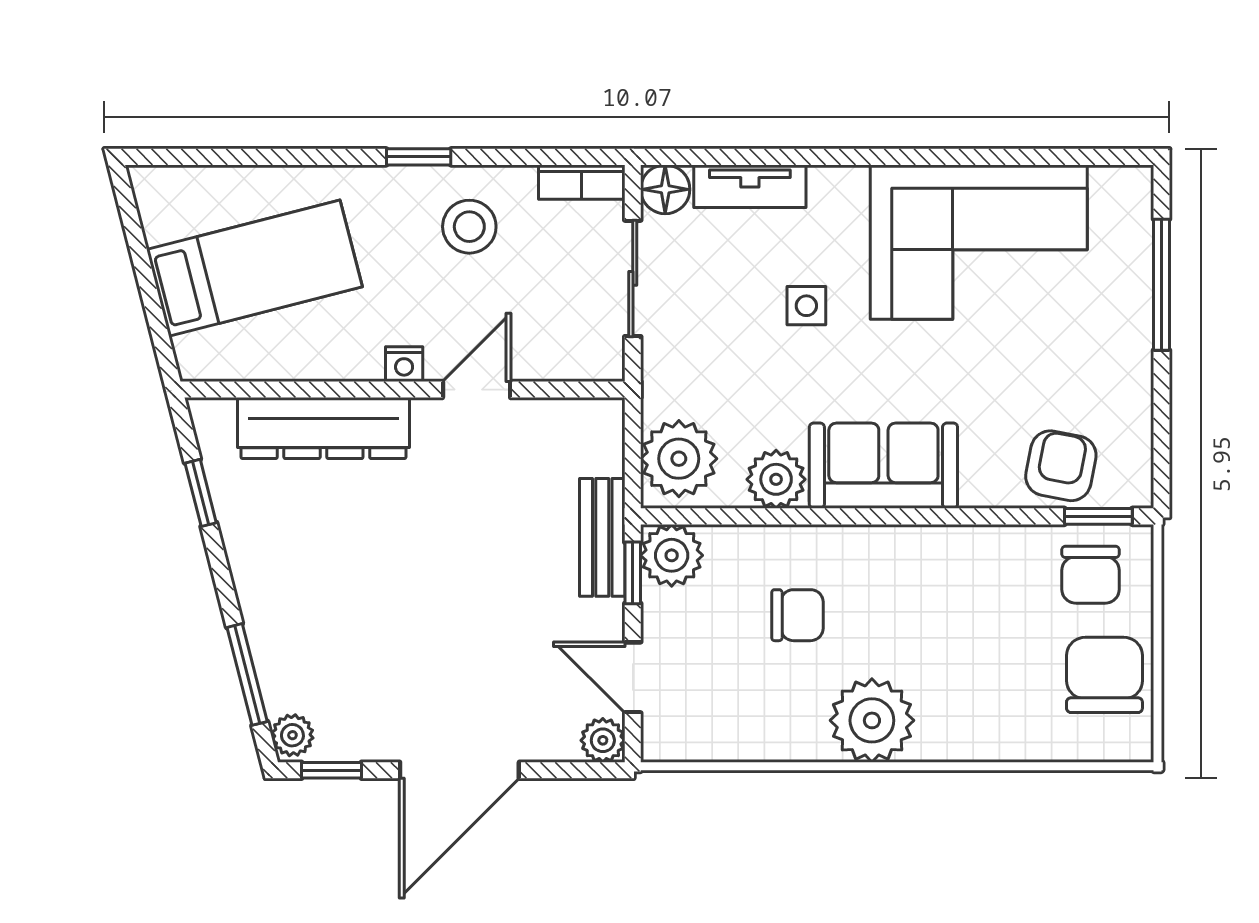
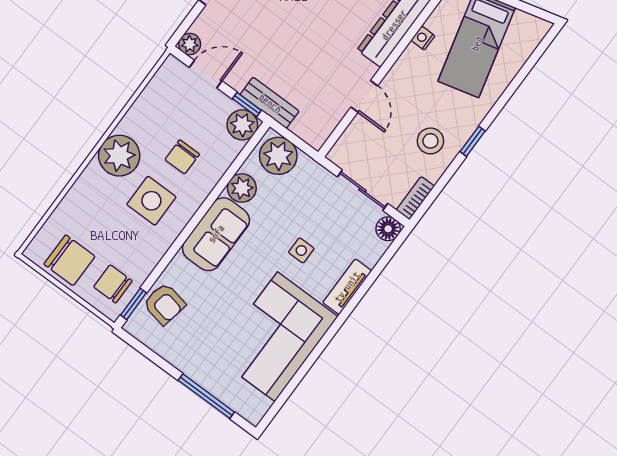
tv unit: (750, 186) -> (347, 287), moved
nightstand: (404, 364) -> (423, 38), moved
side table: (907, 613) -> (151, 201), added

